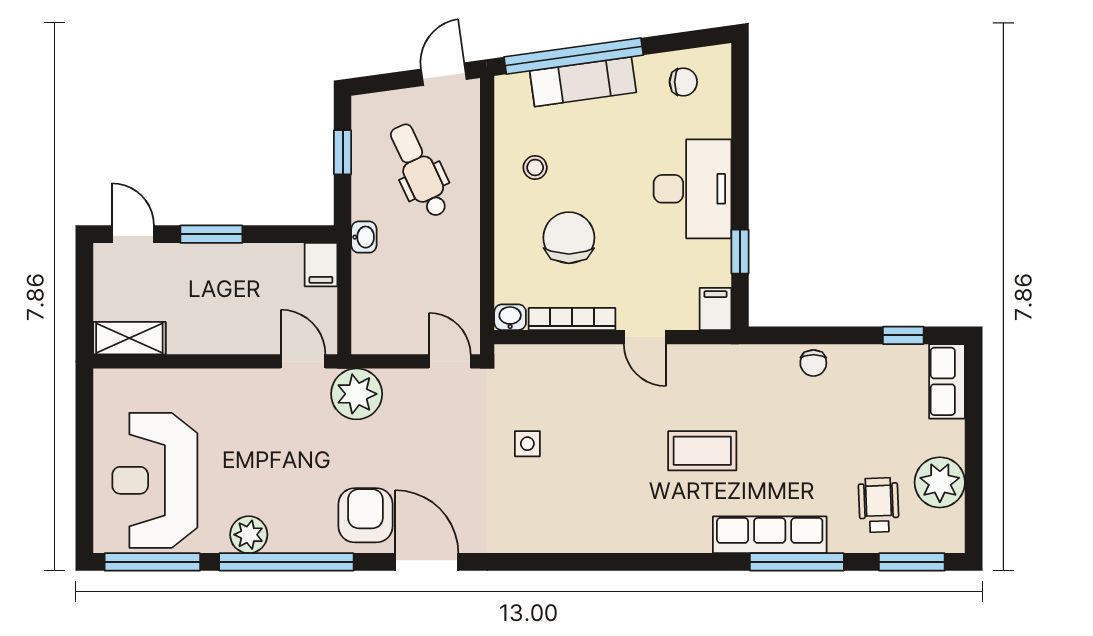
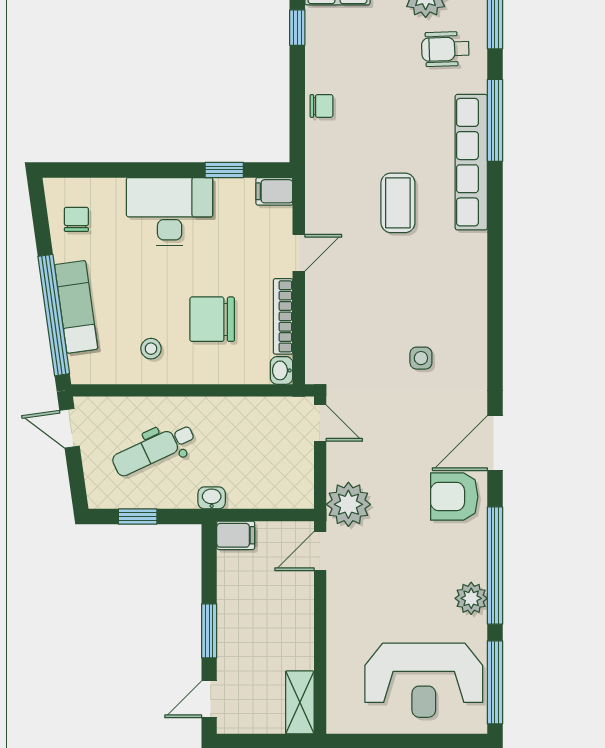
door: (450, 361) -> (320, 423), swing flipped
side table: (527, 444) -> (421, 358), moved
row of seats: (770, 535) -> (471, 162), width x1.36

